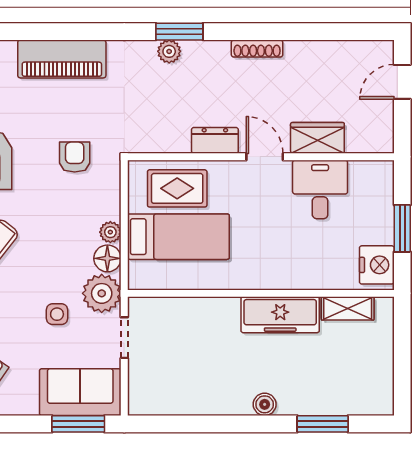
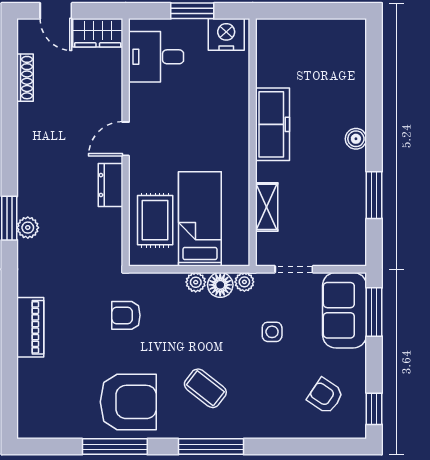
shoe rack: (257, 49) -> (25, 78), moved
piano: (62, 59) -> (30, 327), width x0.73, depth x0.75
wardrobe: (317, 138) -> (98, 33), moved, turned -90
desk: (320, 189) -> (156, 57), moved
plant: (102, 293) -> (244, 282), width x0.53, depth x0.53
shelving: (348, 308) -> (267, 207), moved
window: (323, 424) -> (374, 195), moved

